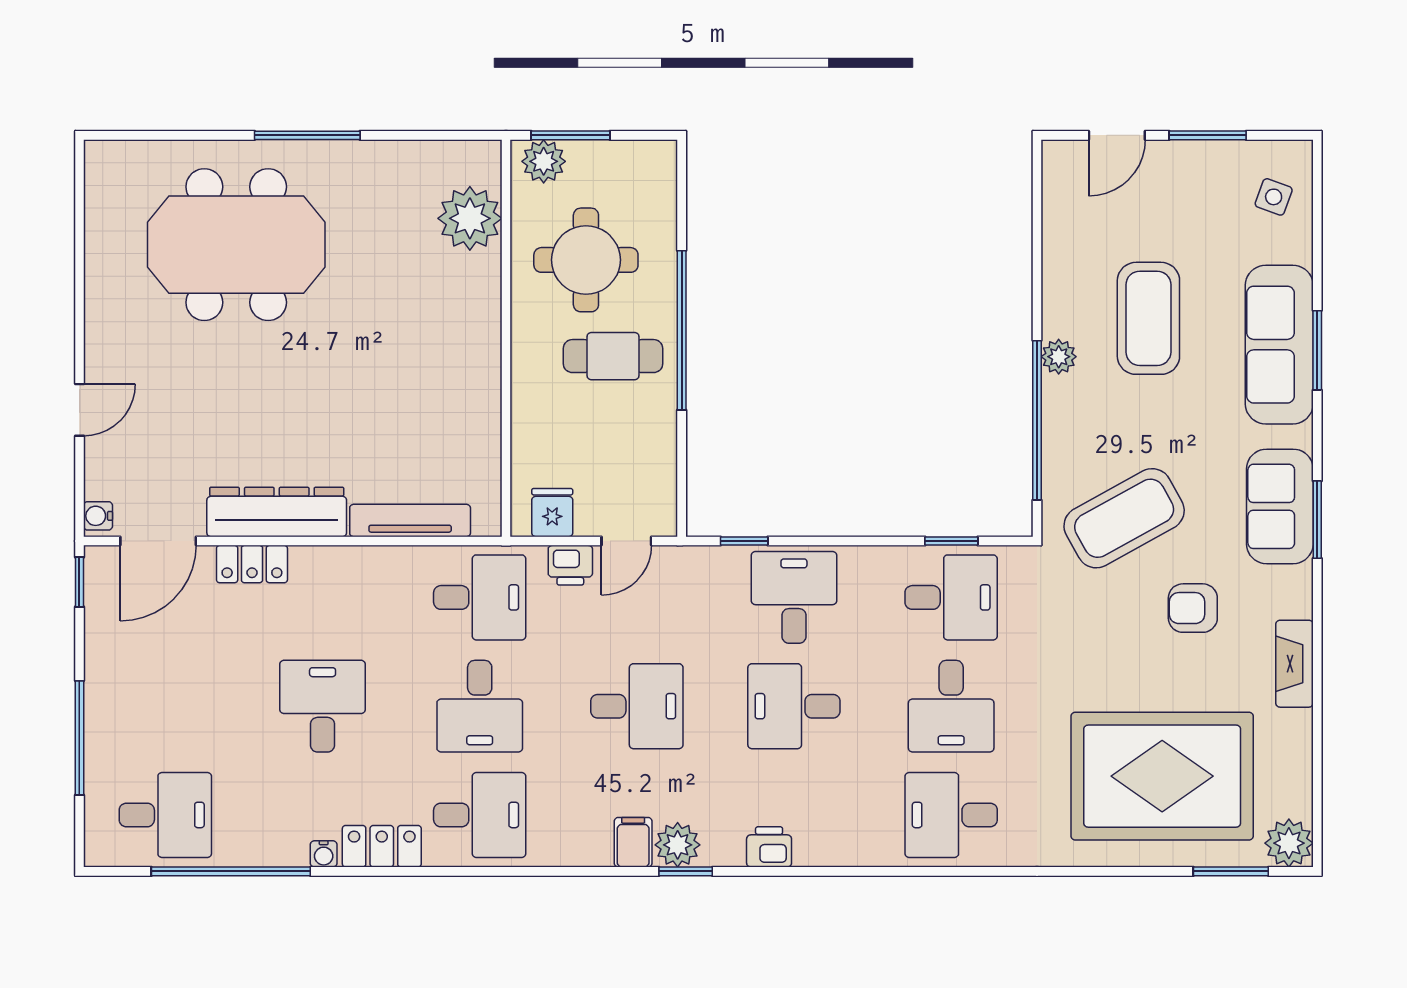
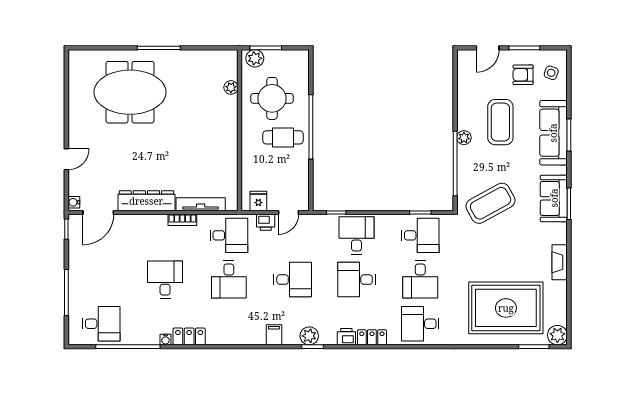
plant: (470, 218) -> (231, 88), width x0.53, depth x0.53
bookcase: (365, 559) -> (182, 220), added
locker: (252, 564) -> (372, 337), moved, turned 180
armchair: (1193, 608) -> (523, 75), moved
desk: (480, 815) -> (229, 324), removed
filing cabinet: (633, 842) -> (274, 335), moved

